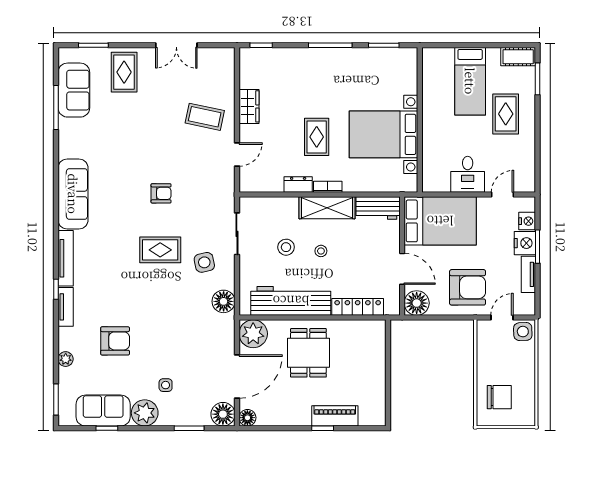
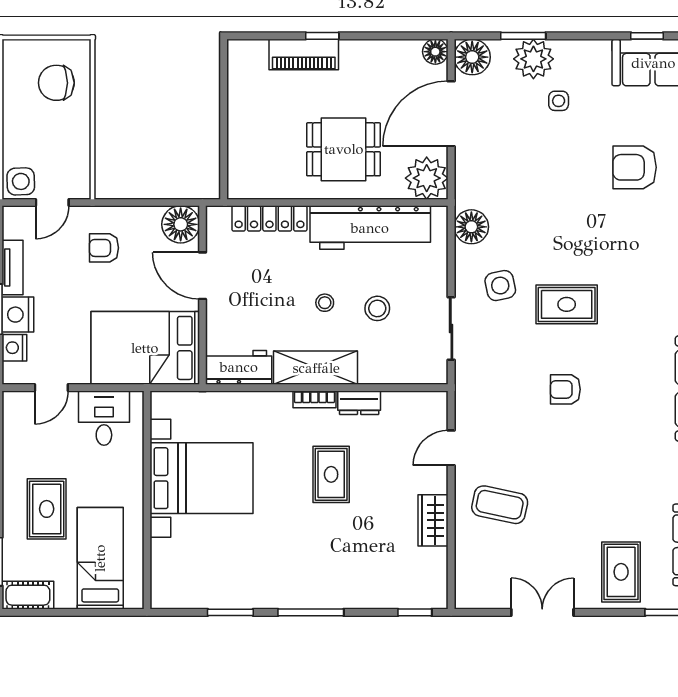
wall: (420, 120) -> (147, 500), moved
bed with nightstands: (383, 134) -> (202, 478), moved
armchair: (468, 287) -> (104, 248), width x0.53, depth x0.53
dining table: (308, 353) -> (344, 149), turned 90
plant: (145, 413) -> (533, 59), moved

